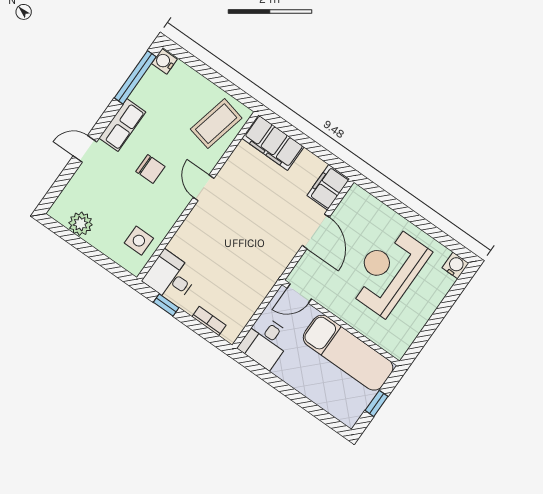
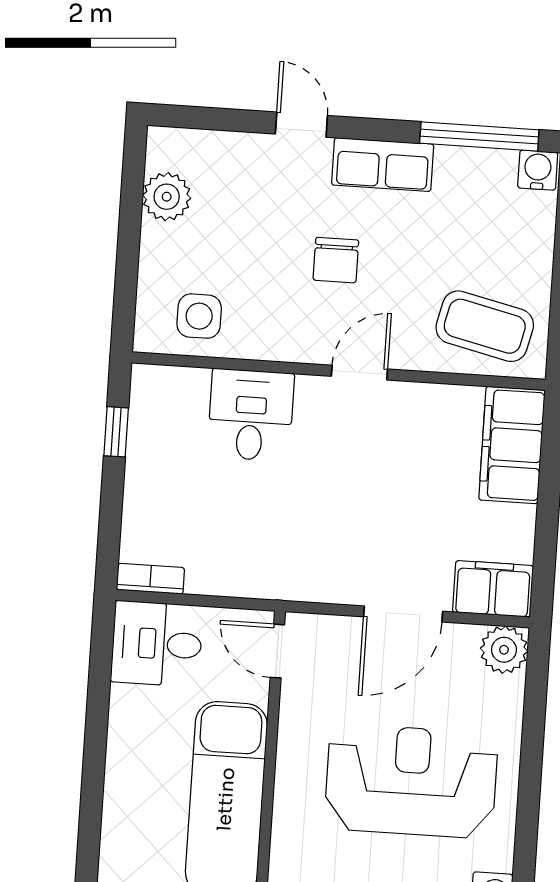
plant: (357, 198) -> (504, 650), added
desk: (170, 277) -> (251, 415), moved
bookcase: (209, 321) -> (150, 579), moved, turned -90

